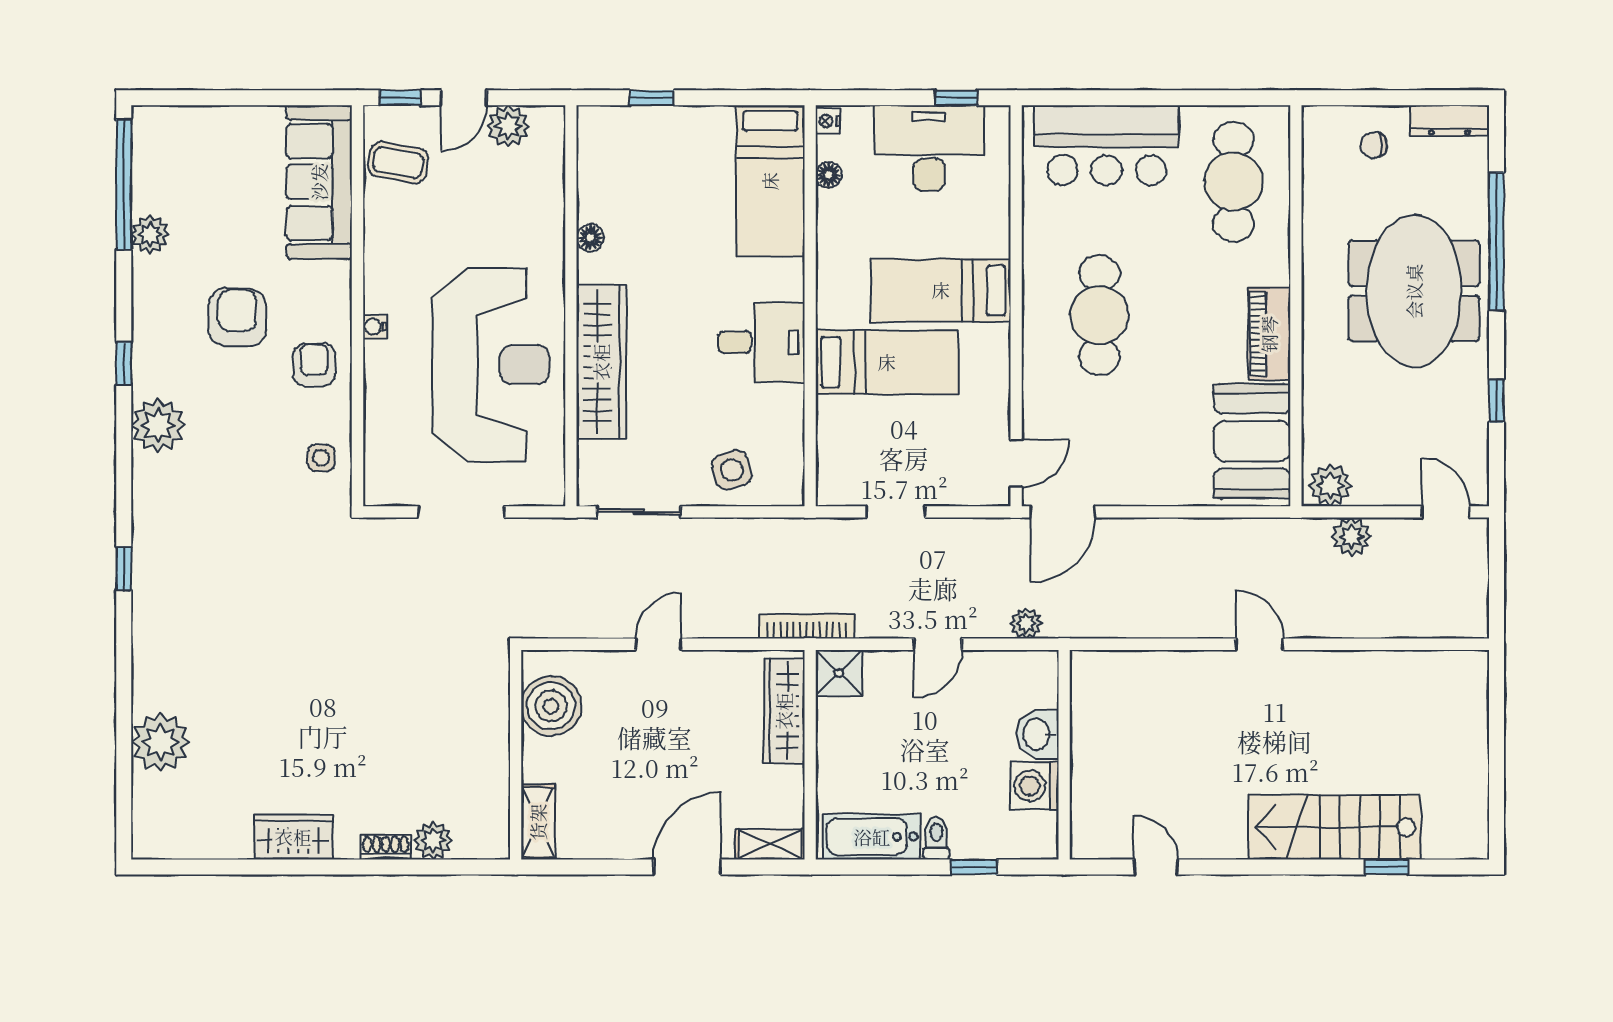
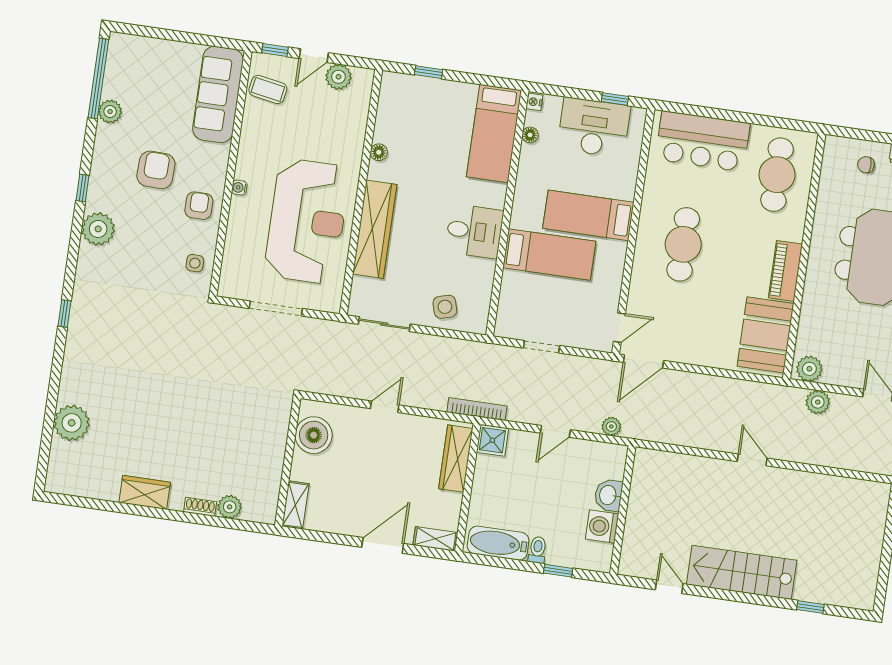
stairs: (1334, 827) -> (742, 572), moved

